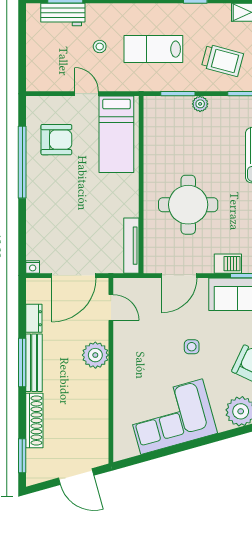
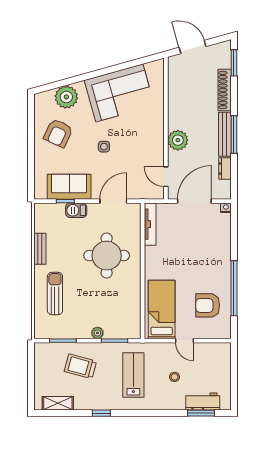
lab bench: (153, 49) -> (133, 375), turned -90

